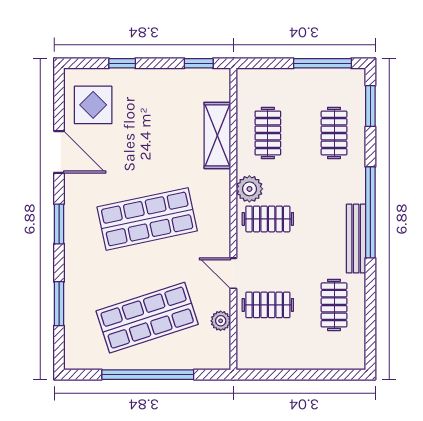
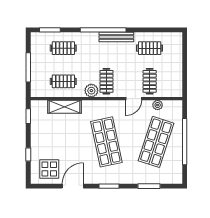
window: (322, 63) -> (28, 67), moved
shop shelf: (147, 318) -> (156, 142), turned 36

